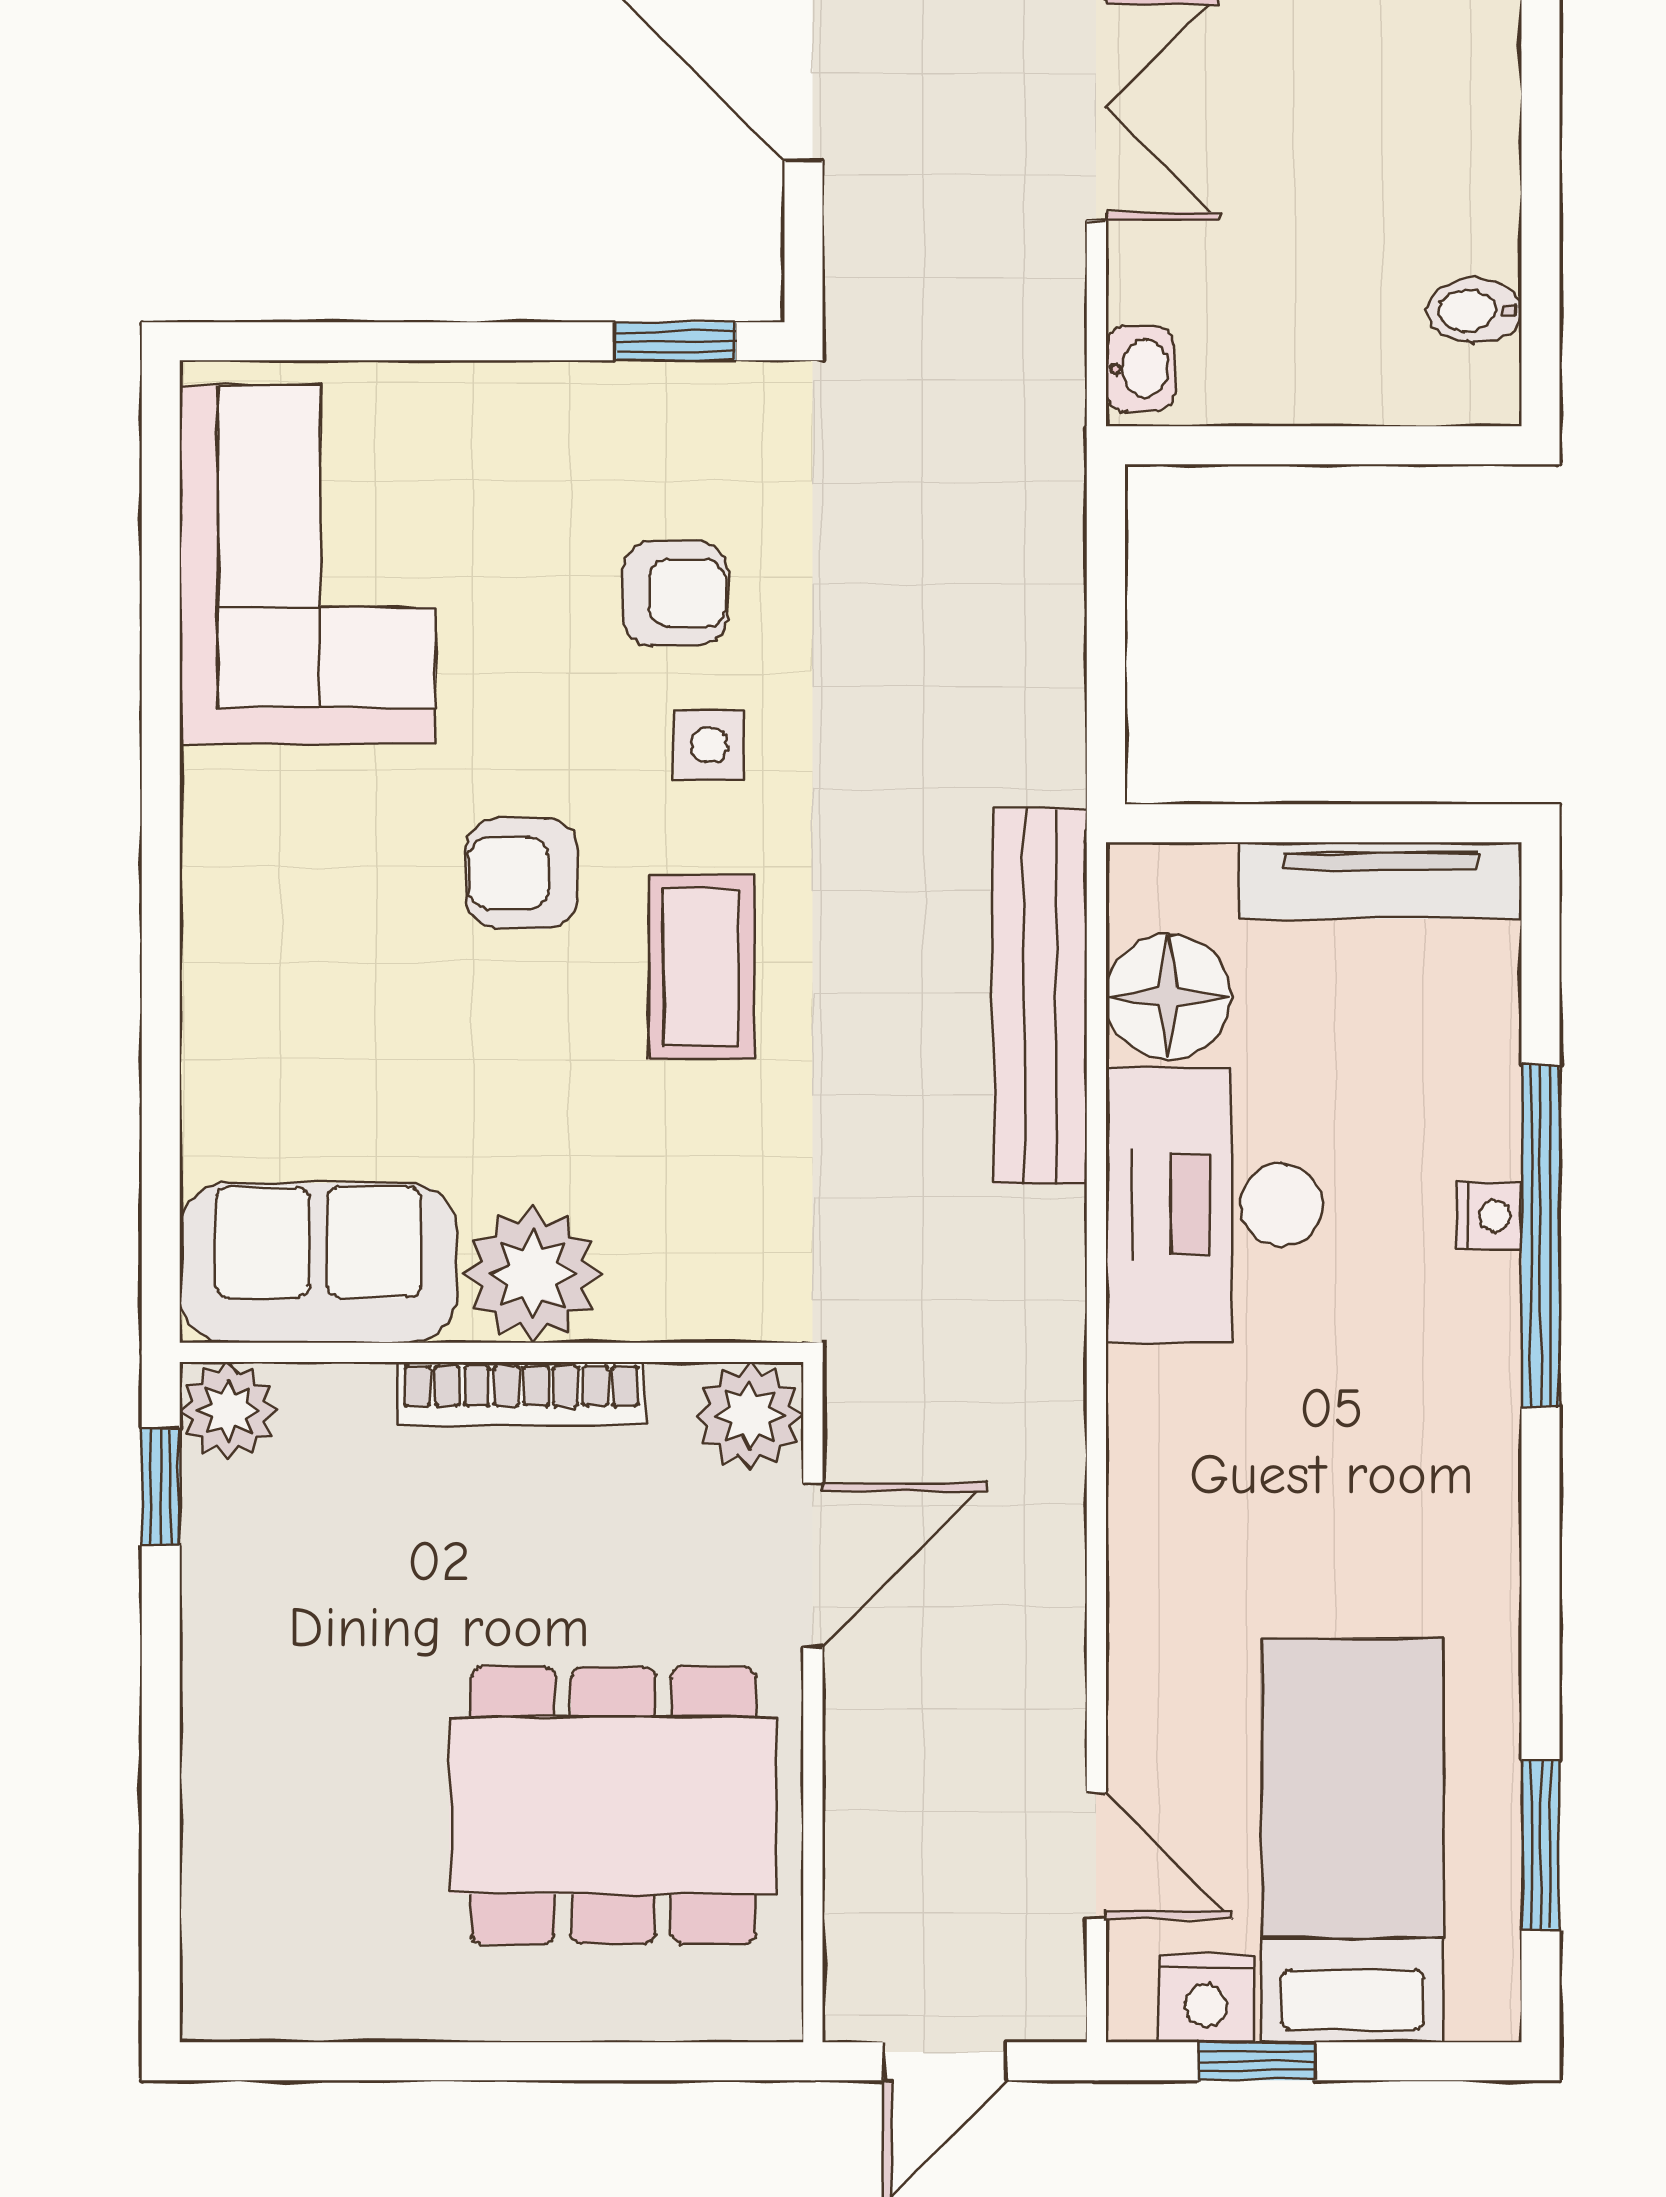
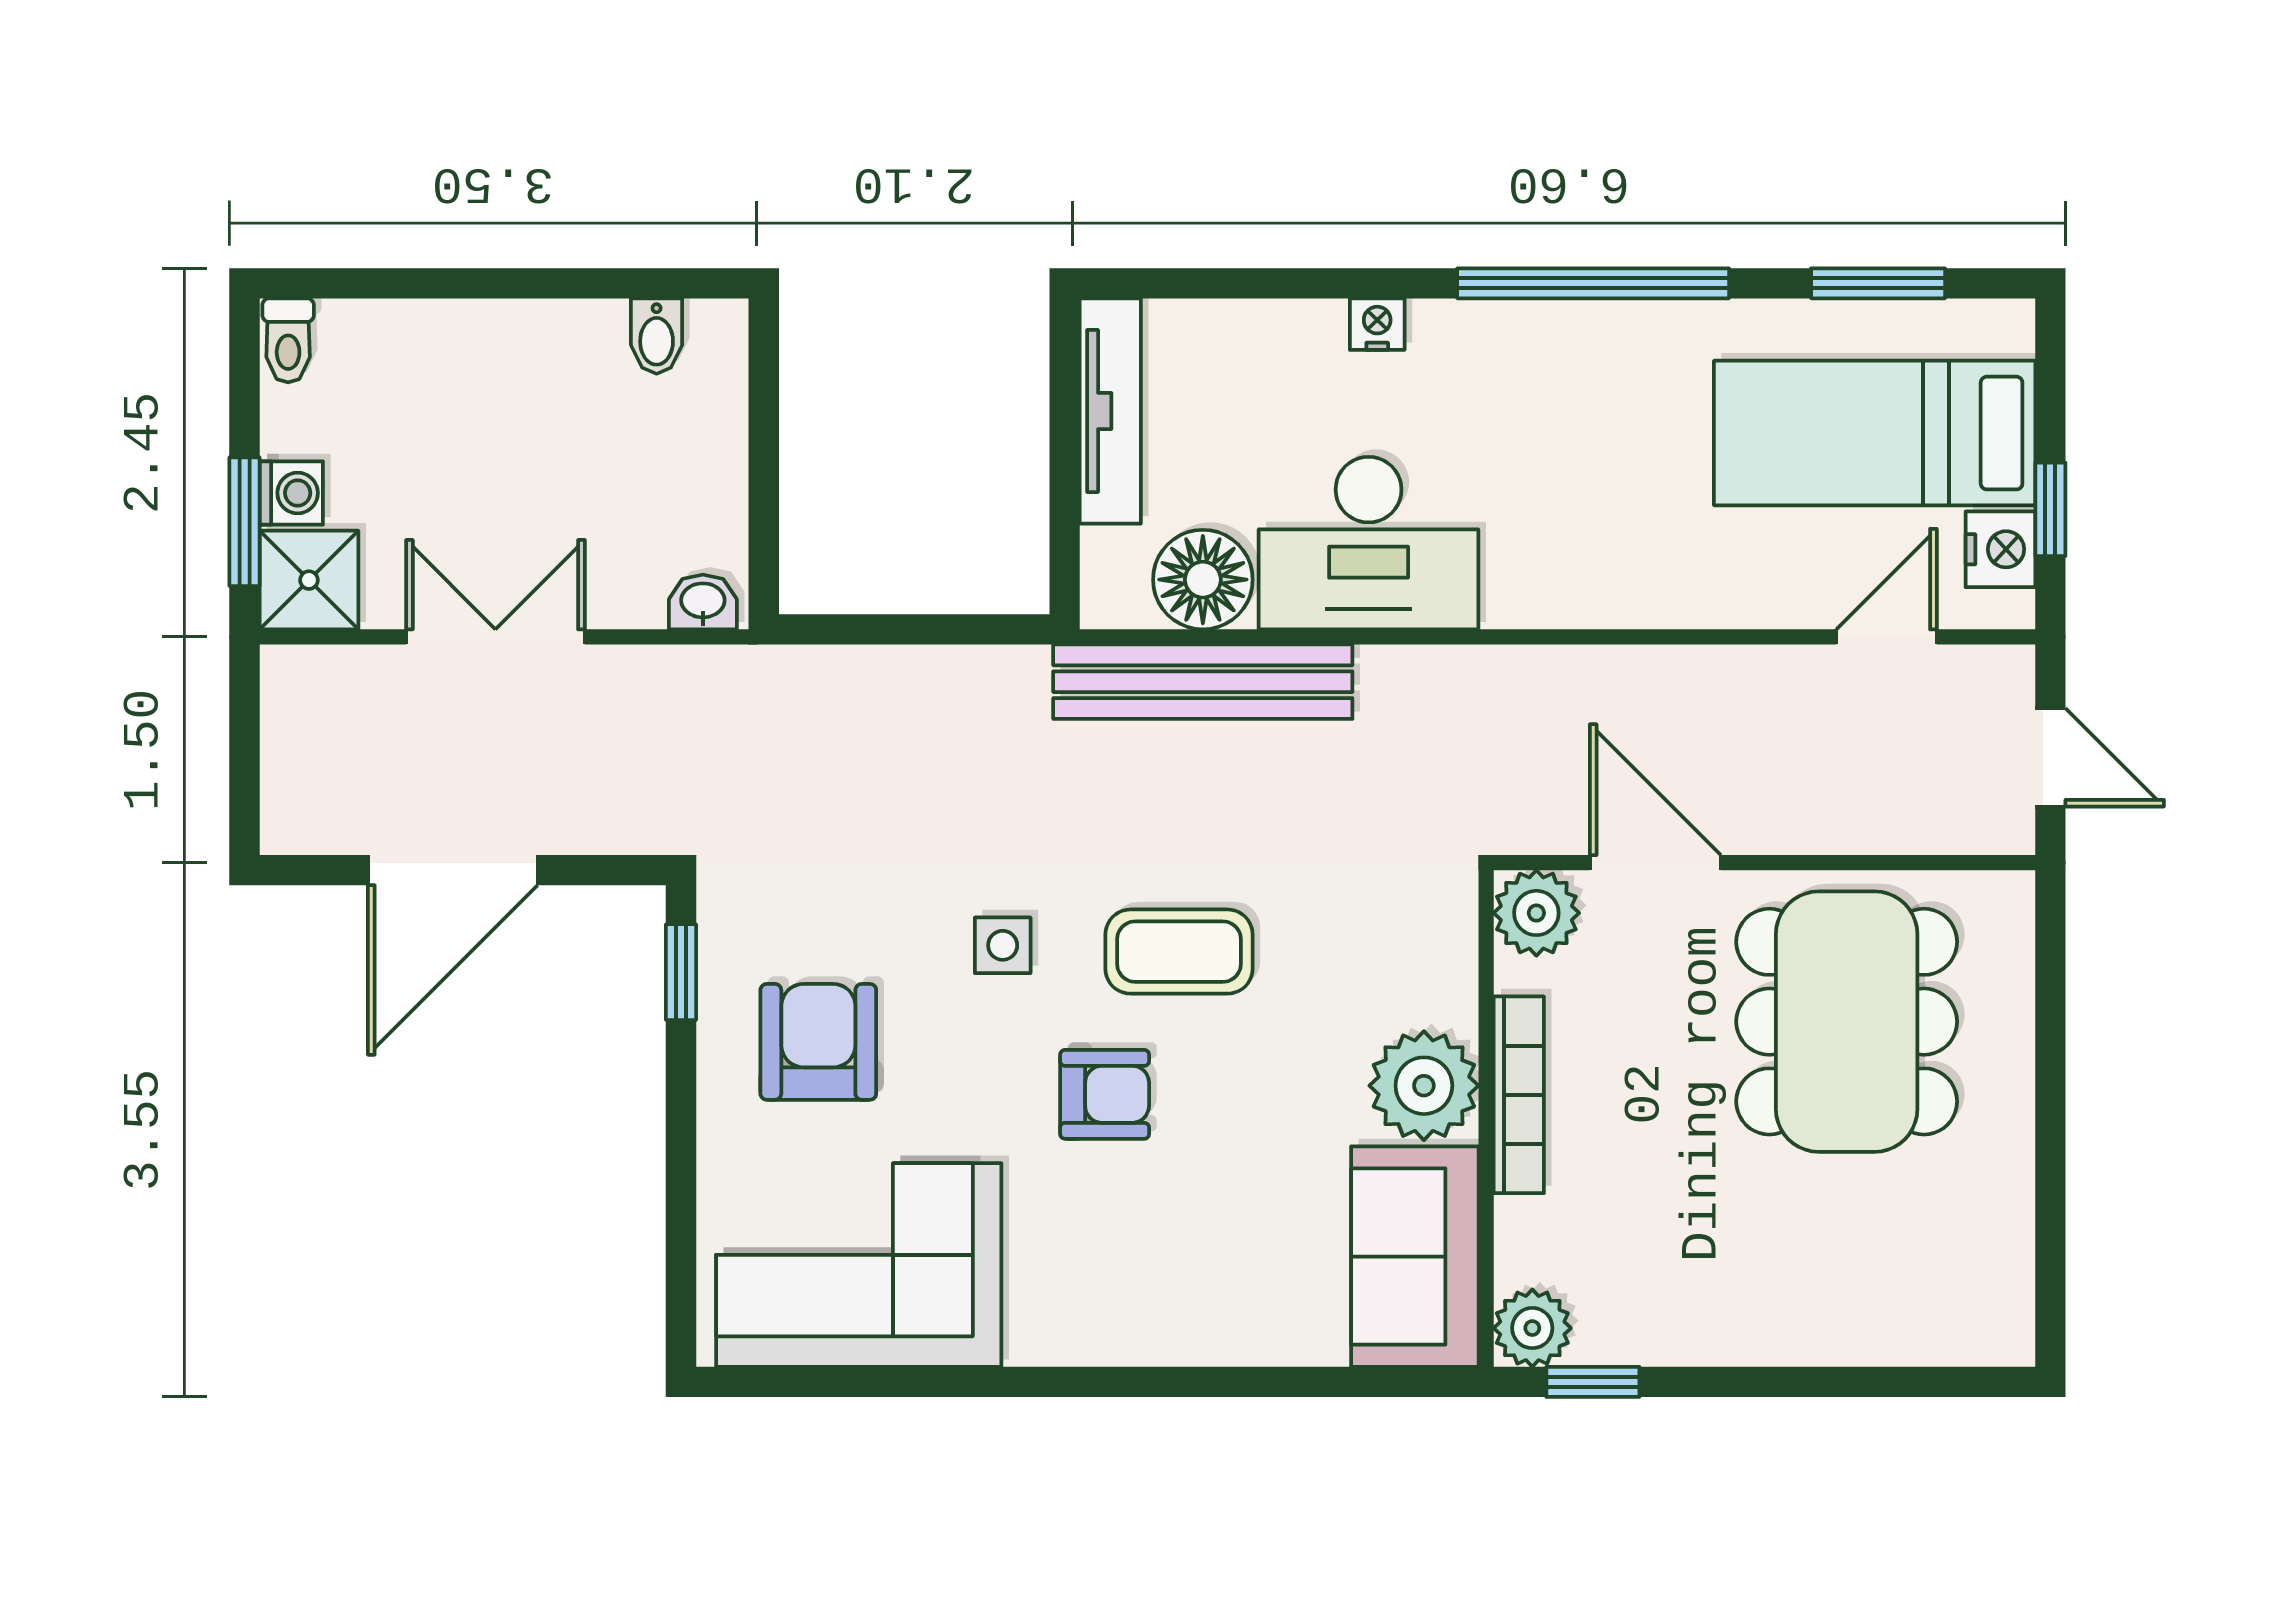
armchair: (675, 593) -> (818, 1042), moved, width x1.38, depth x1.38
armchair: (522, 873) -> (1105, 1094), turned -90
window: (1541, 1236) -> (1593, 283), moved

